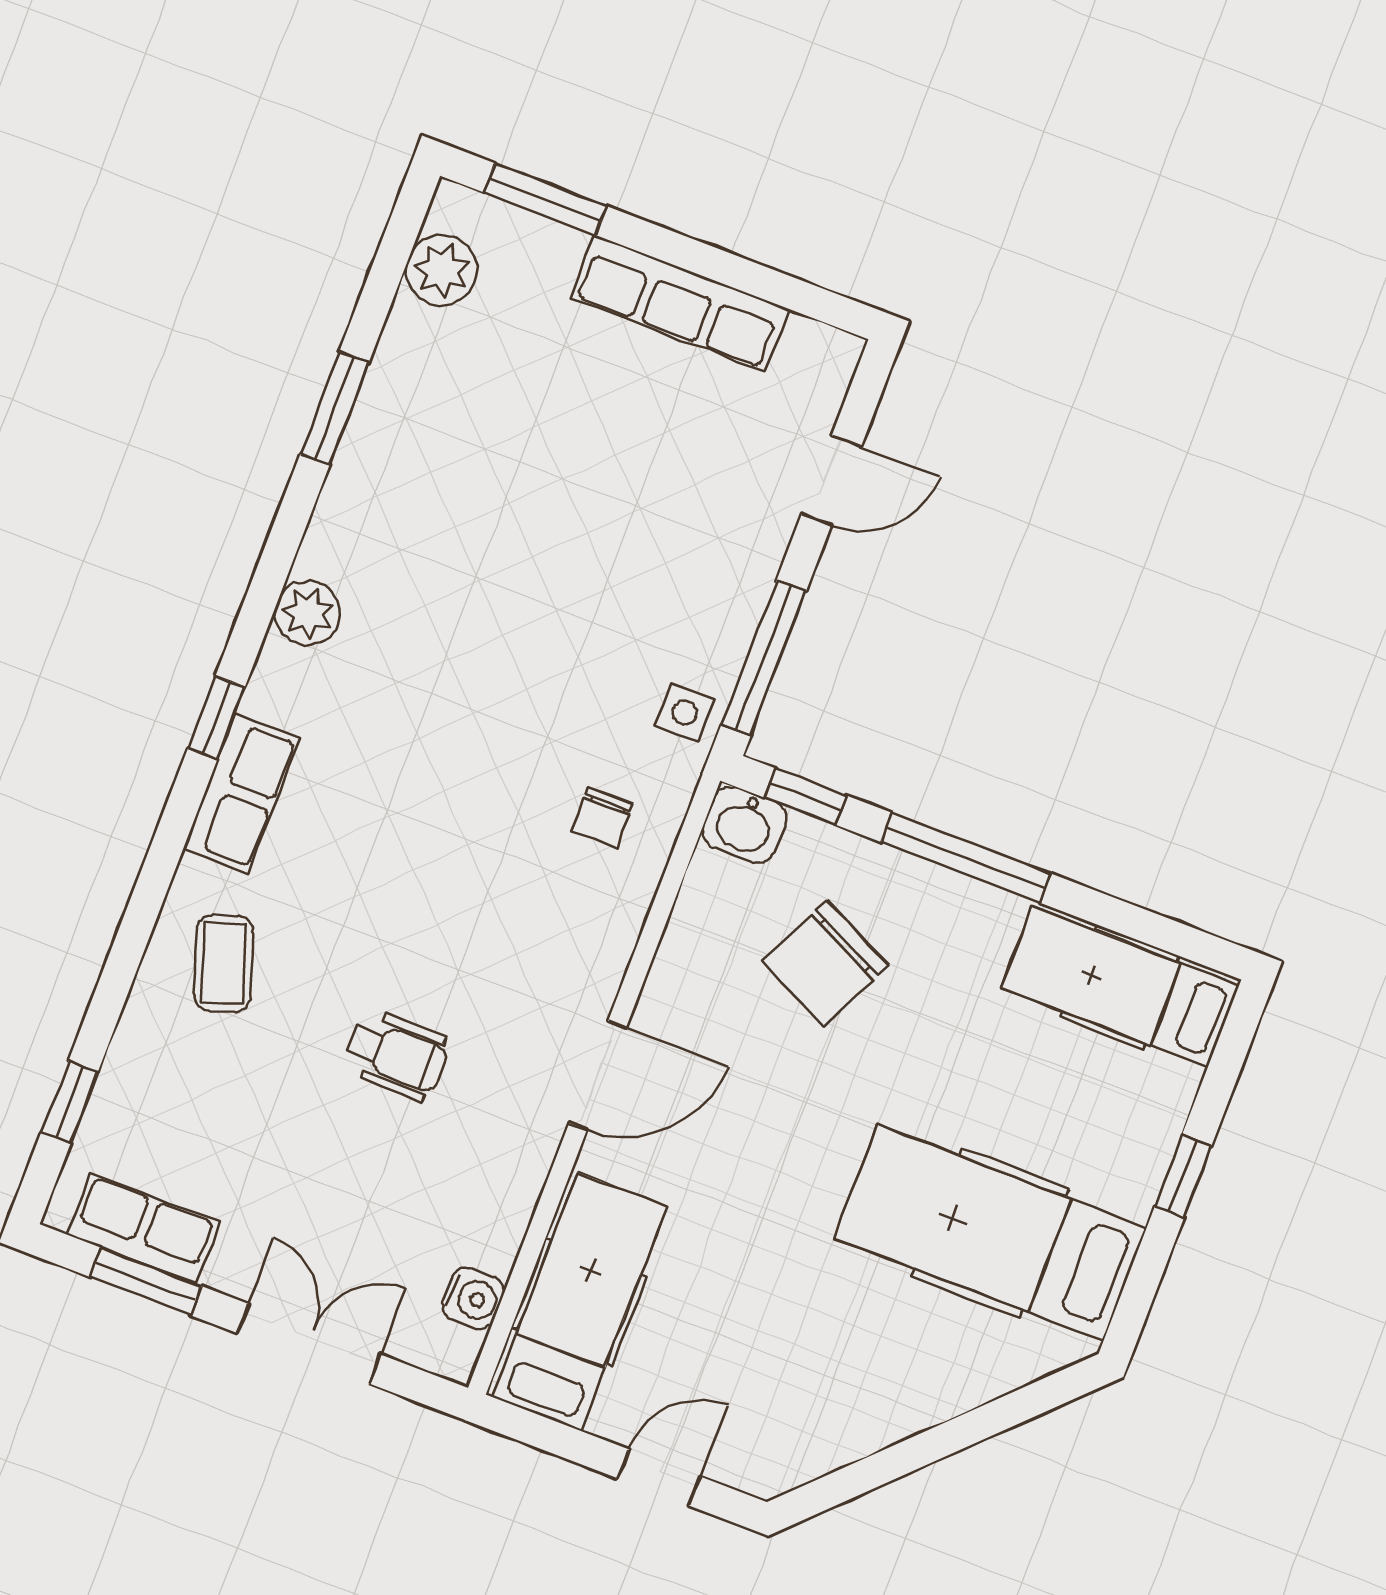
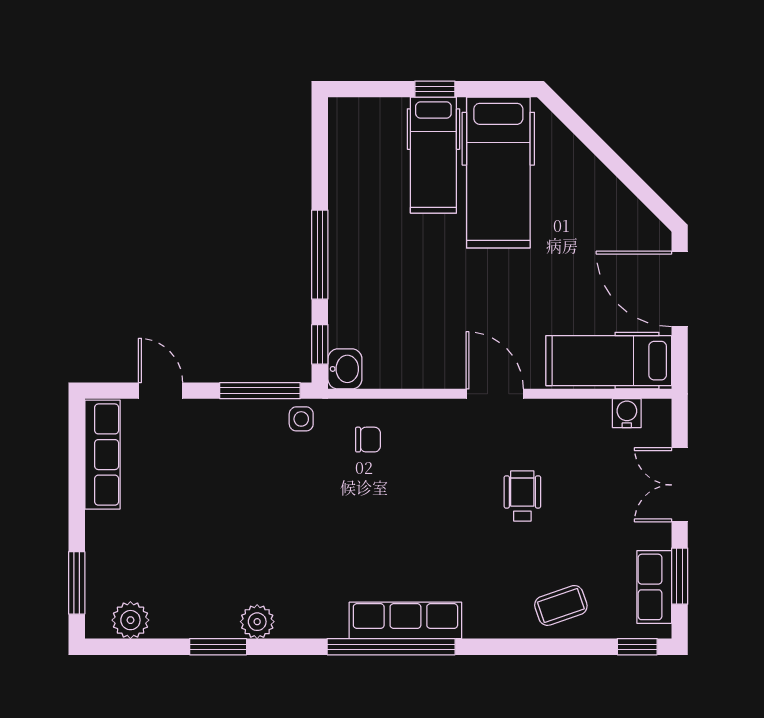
row of seats: (679, 303) -> (102, 455), moved
plant: (308, 613) -> (257, 622), moved
window: (216, 718) -> (391, 647), width x3.17
row of seats: (241, 794) -> (405, 620), width x1.48
coffee table: (224, 963) -> (561, 605), moved
chair: (825, 963) -> (398, 304), removed
hospital bed: (1120, 987) -> (433, 155), moved
window: (70, 1102) -> (637, 647), moved
door: (659, 1477) -> (680, 289), width x1.88

